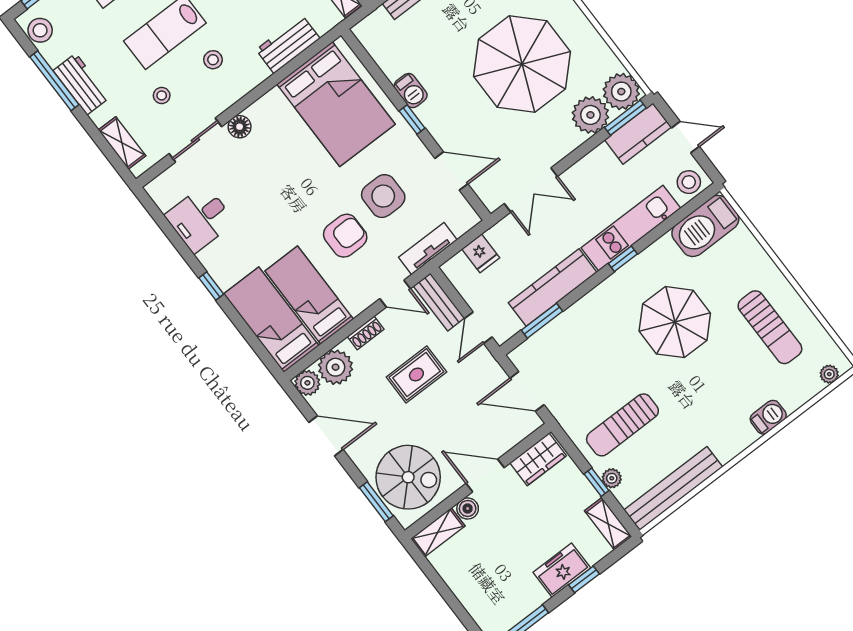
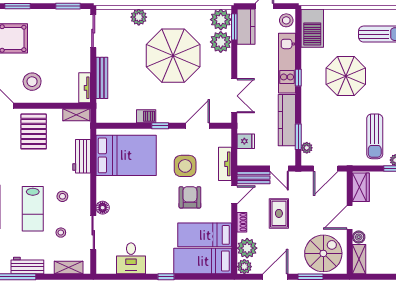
plant: (536, 344) -> (307, 148), added
window: (376, 502) -> (311, 277), moved

